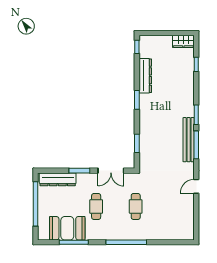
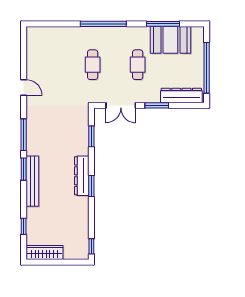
wardrobe: (183, 41) -> (44, 252), width x1.50
dresser: (145, 76) -> (82, 176), moved
bench: (189, 140) -> (32, 181), moved
double door: (111, 171) -> (121, 105), swing flipped
door: (196, 186) -> (24, 88), hinge flipped

